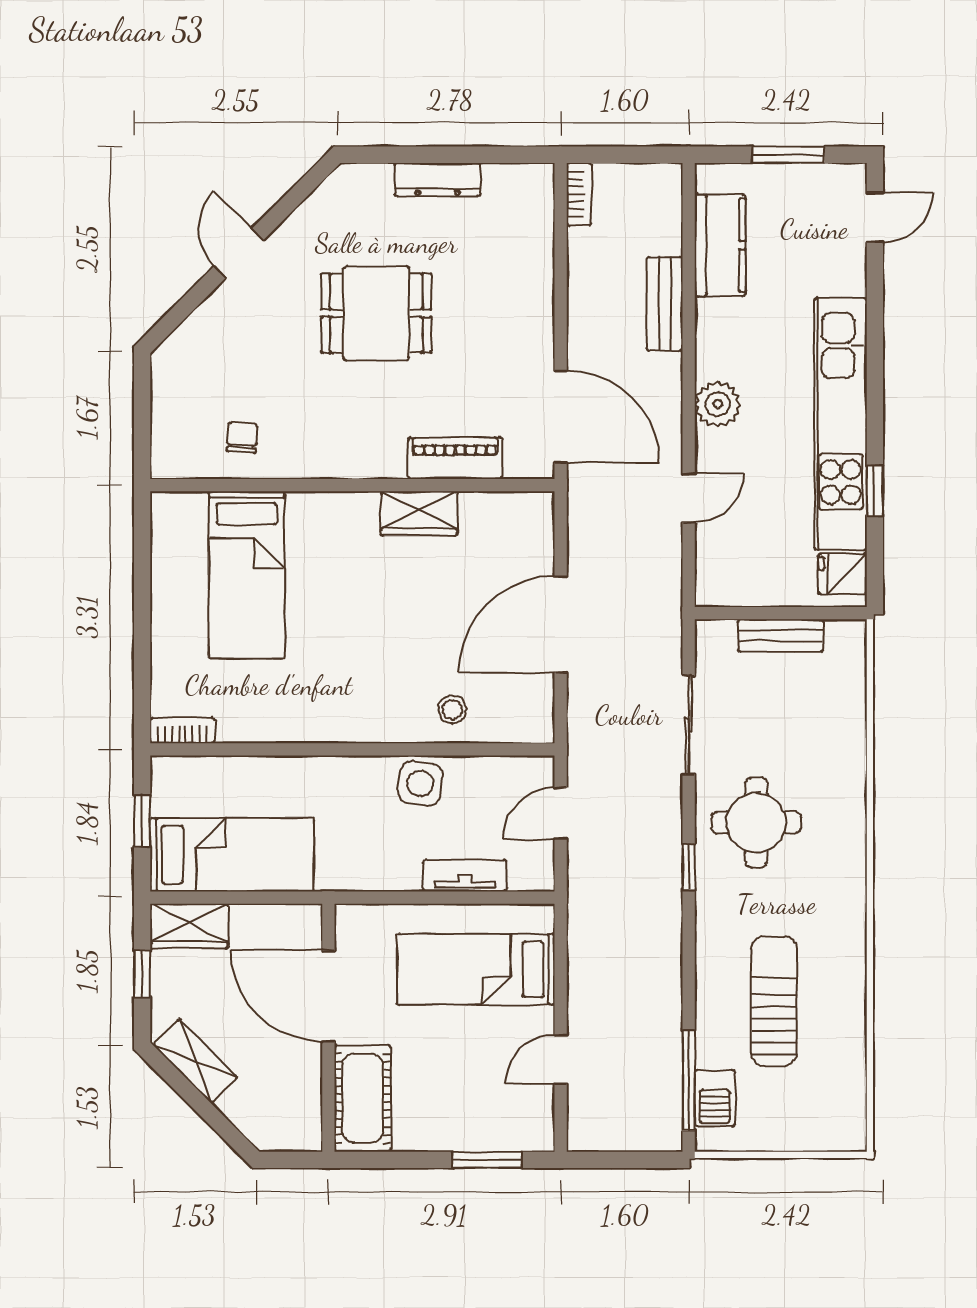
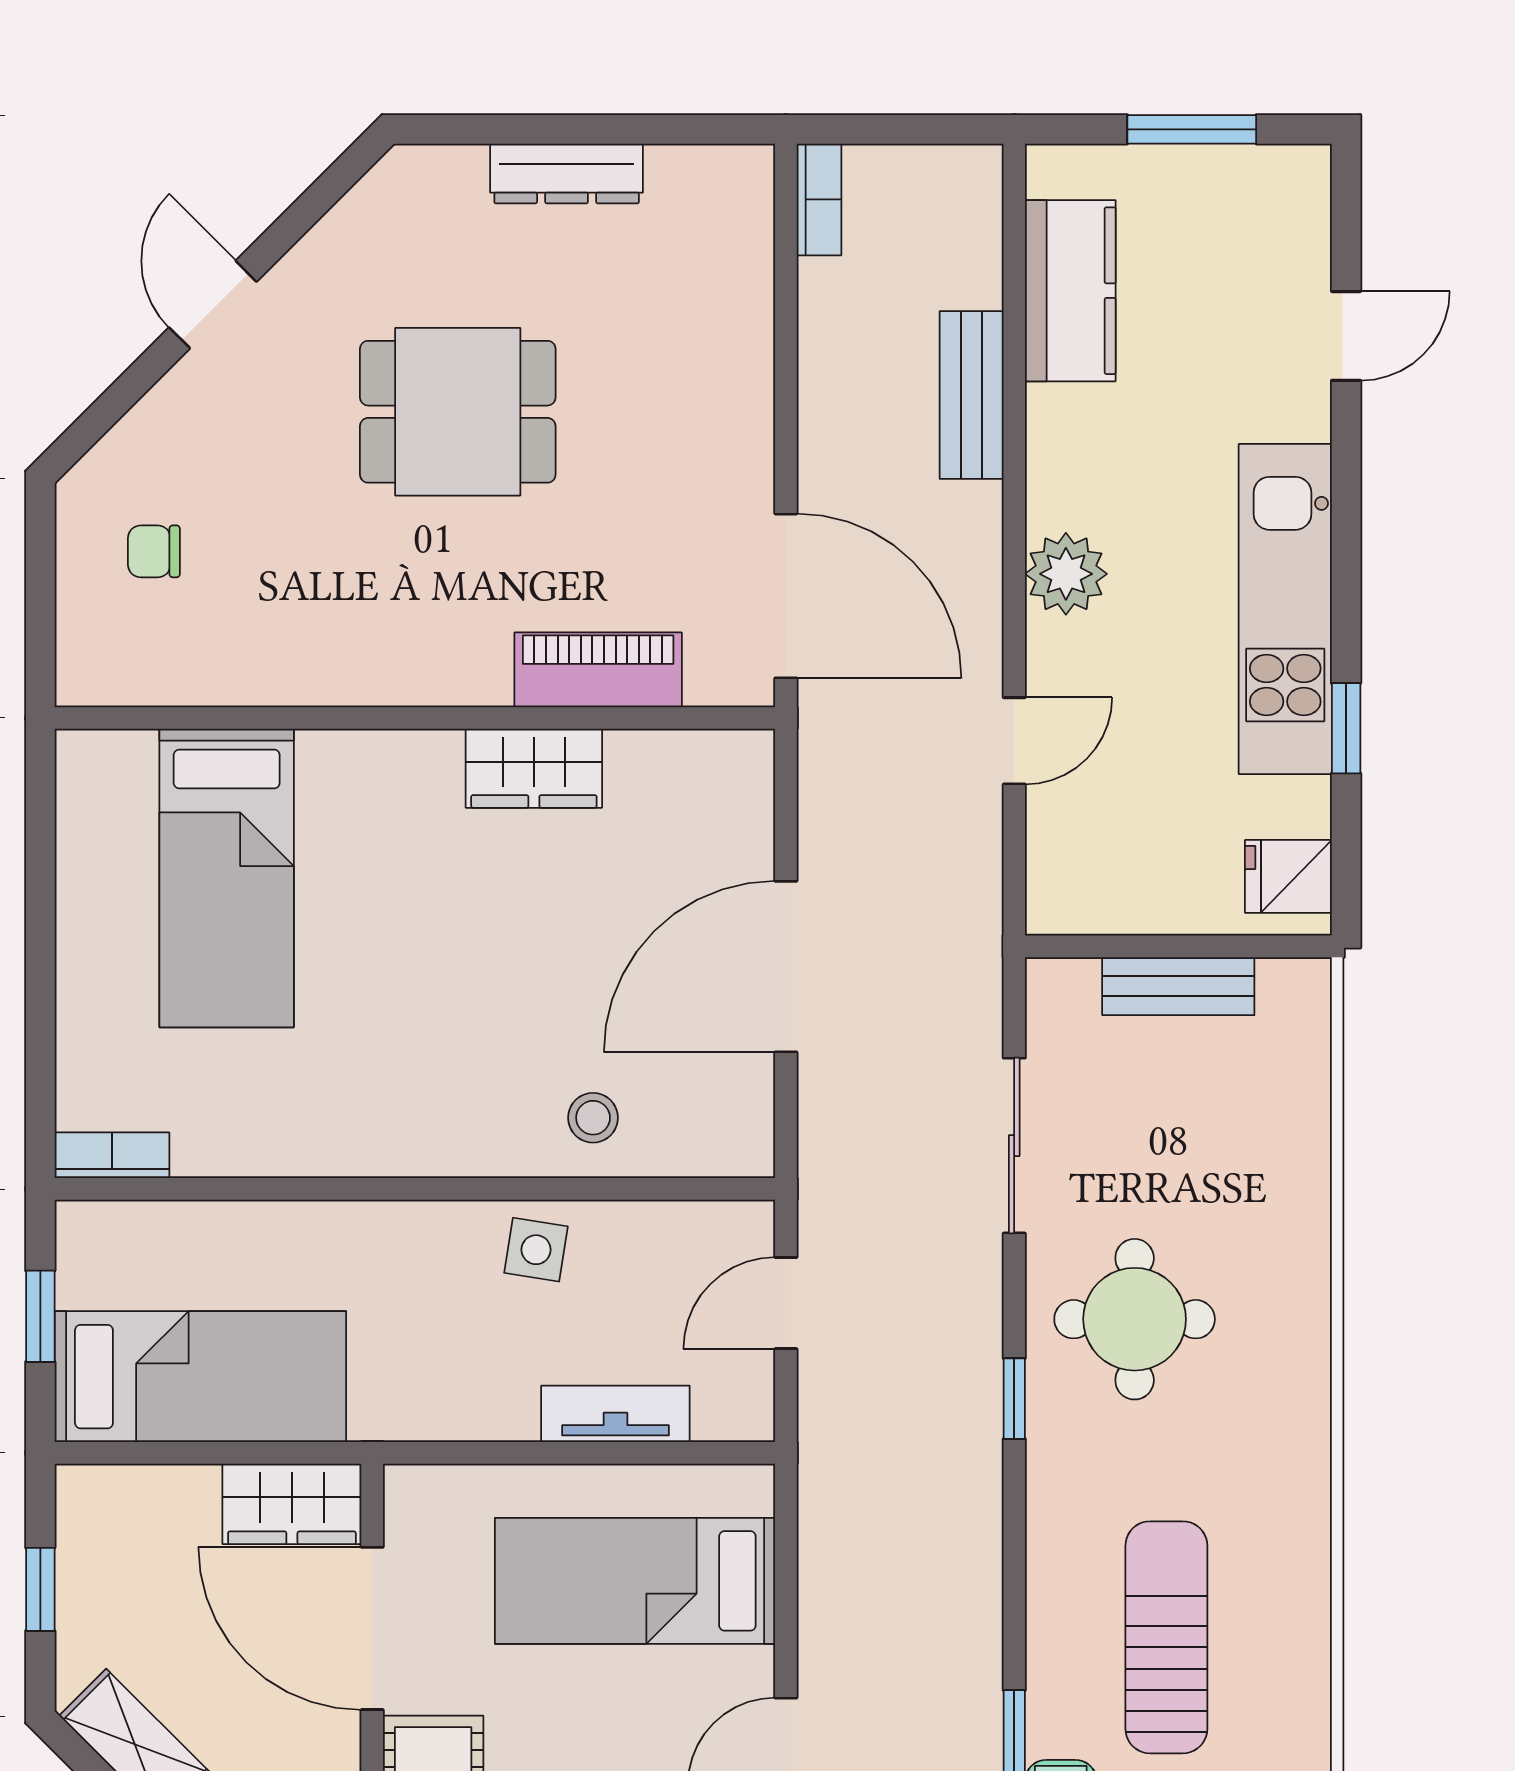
door: (875, 217) -> (1346, 336), moved
kitchen unit: (841, 424) -> (1285, 609), width x0.73
chair: (242, 438) -> (154, 551), moved, turned -94
side table: (420, 783) -> (536, 1250), width x0.73, depth x0.73
wardrobe: (189, 926) -> (292, 1504), moved

